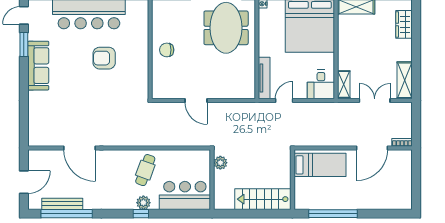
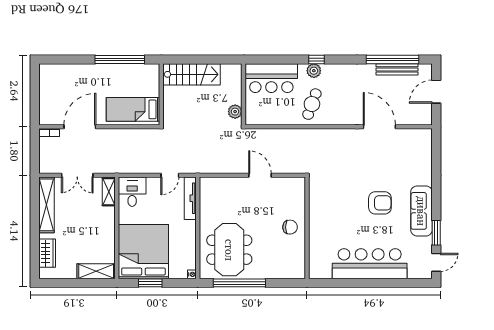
armchair: (104, 58) -> (380, 203), moved
shelving: (405, 80) -> (46, 205), width x1.47

